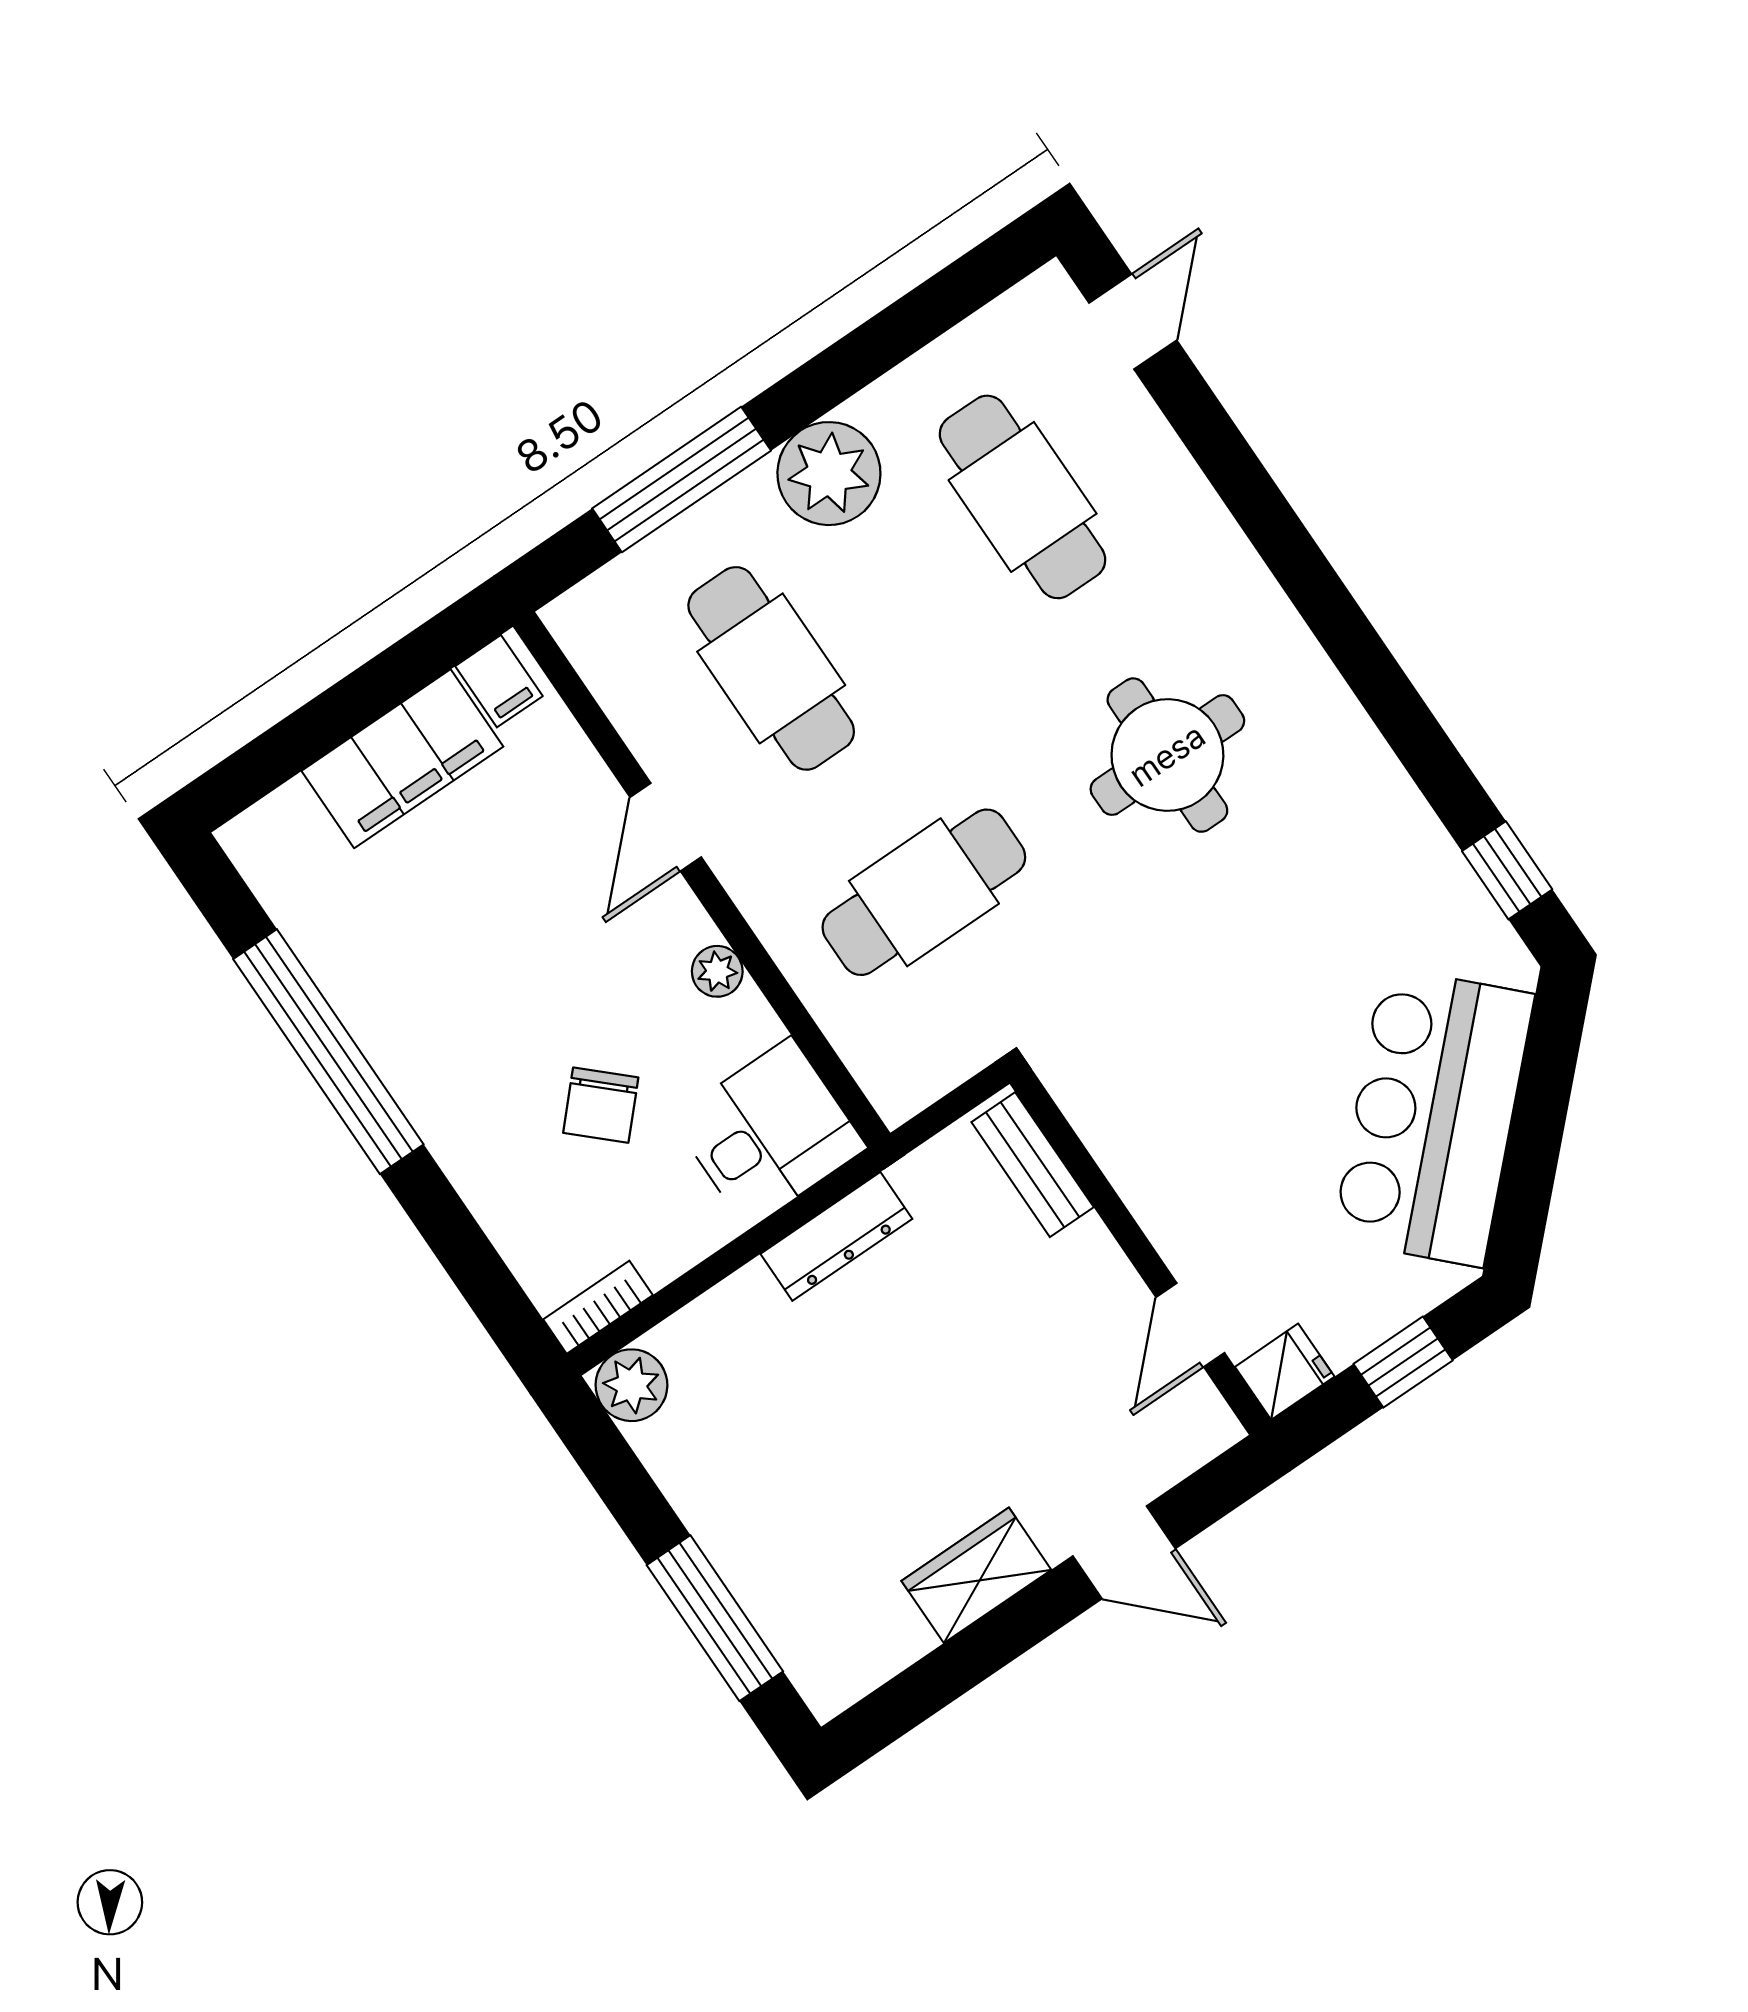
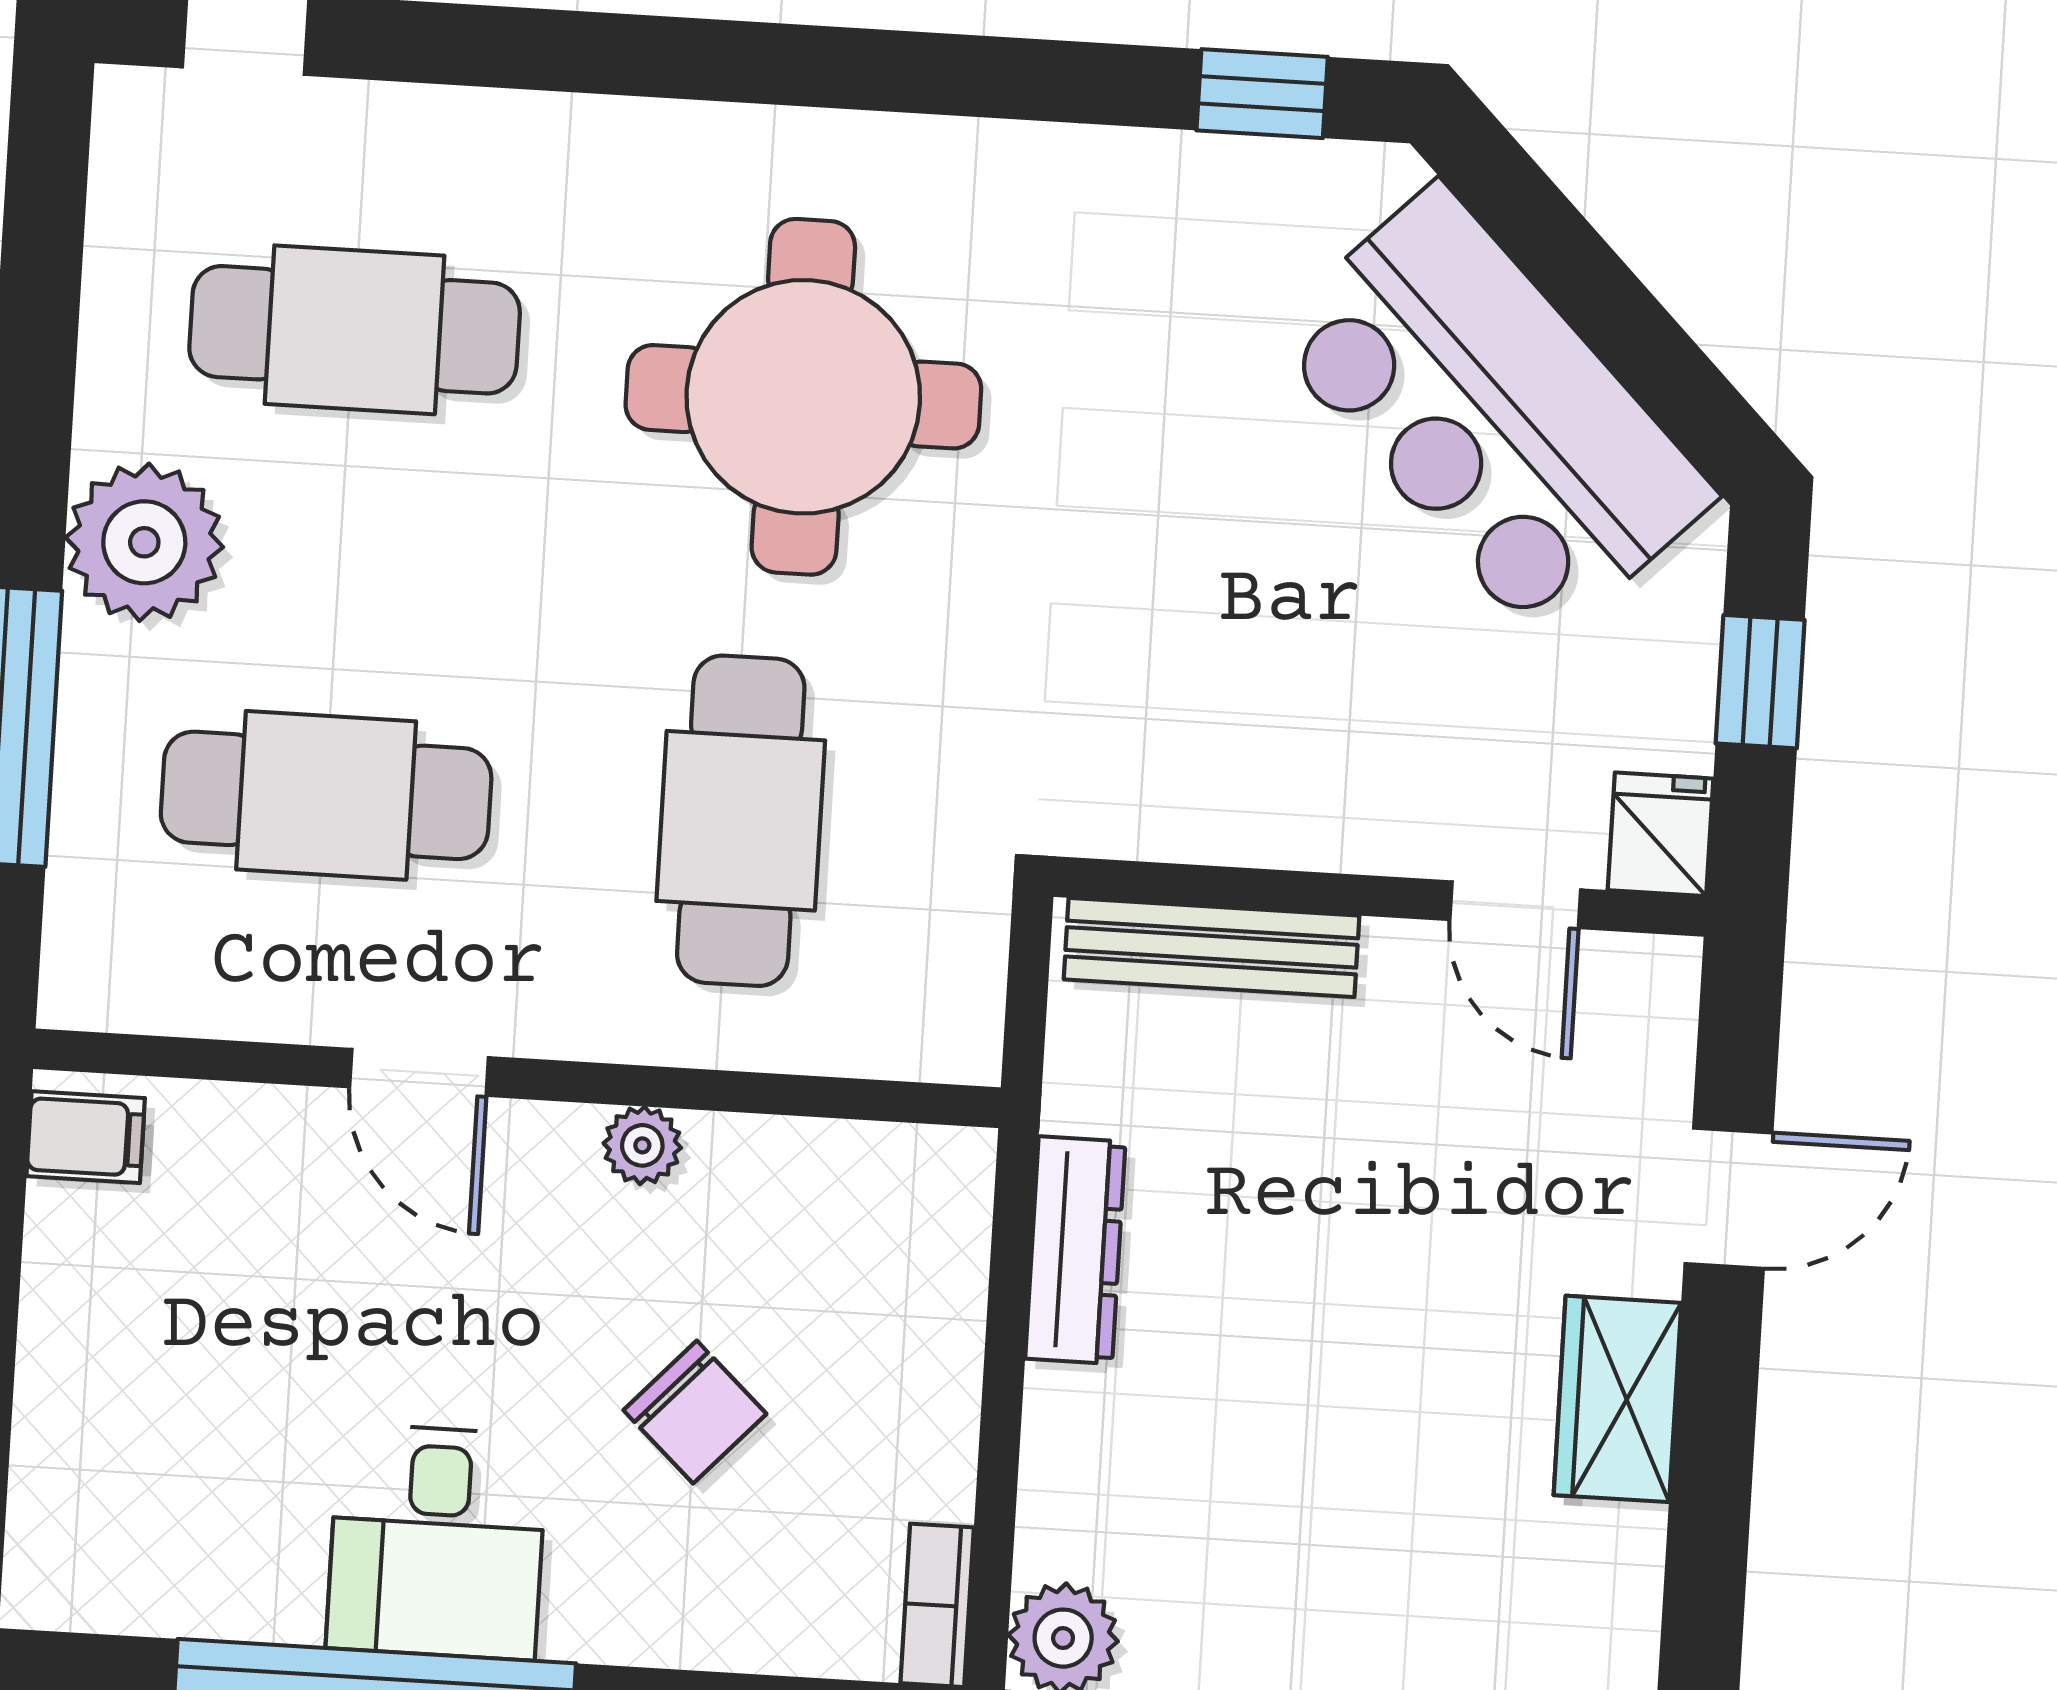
round table: (1167, 755) -> (803, 397), width x1.36, depth x1.36
filing cabinet: (402, 759) -> (89, 1327), removed
desk: (769, 1133) -> (437, 1542), moved, turned 180
bench: (1033, 1165) -> (1212, 947), width x1.36

